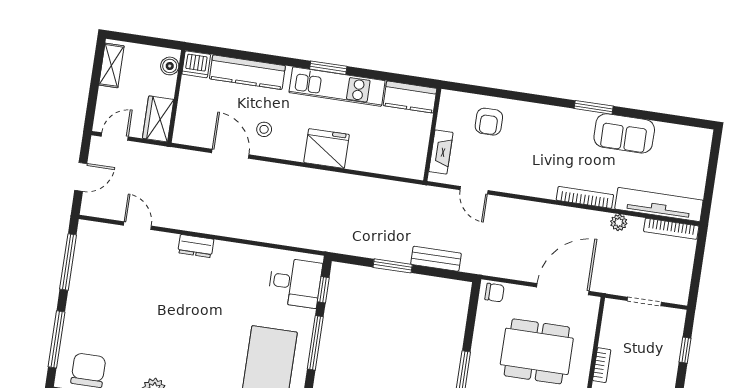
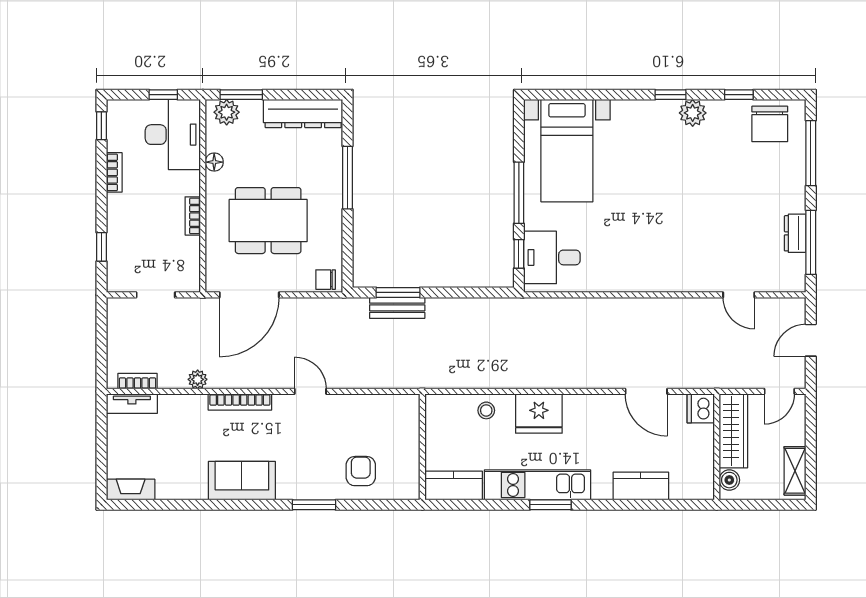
dishwasher: (196, 64) -> (701, 408), moved, turned -90
kitchen counter: (247, 72) -> (641, 486), width x0.67
window: (594, 107) -> (314, 505), moved
wardrobe: (158, 119) -> (733, 431), width x1.50
stool: (264, 129) -> (486, 410), moved
sofa: (624, 133) -> (242, 481), moved
fireplace: (441, 152) -> (131, 490), moved, turned 90
door: (474, 190) -> (310, 391), moved
tv unit: (659, 205) -> (132, 404), width x0.52, depth x0.78
bookcase: (671, 229) -> (138, 381), width x0.64
dresser: (196, 246) -> (795, 233), moved, turned -90
window: (393, 266) -> (398, 292), moved

